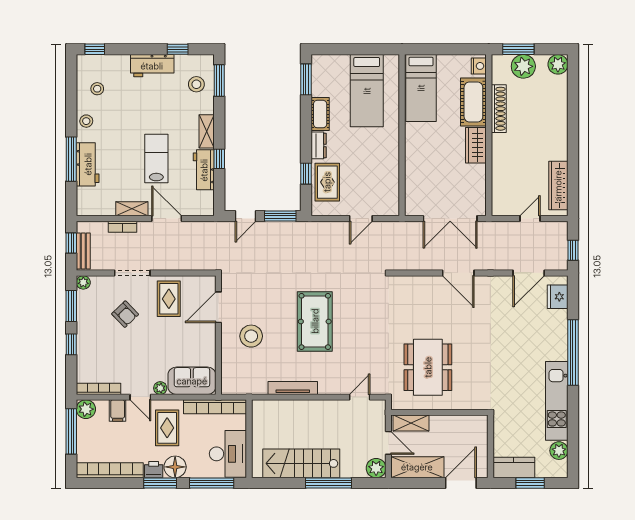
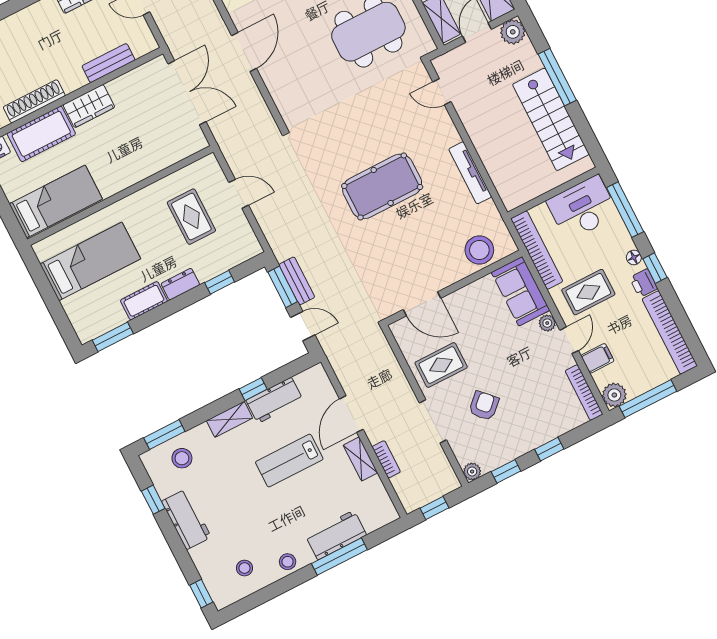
bench: (499, 174) -> (108, 63), added
rug: (327, 182) -> (191, 217), moved, turned 90
bench: (83, 251) -> (297, 281), moved, turned 90
window: (71, 306) -> (506, 471), width x0.67
stool: (251, 336) -> (479, 250), moved
floor lamp: (175, 467) -> (634, 257), width x0.53, depth x0.53
window: (160, 483) -> (655, 268), width x0.67

